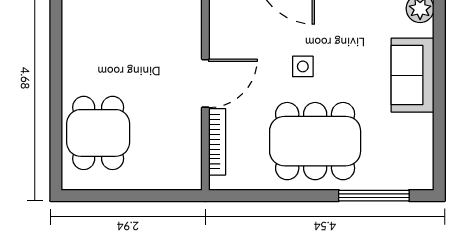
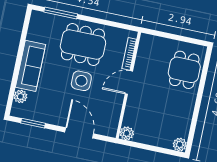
side table: (303, 66) -> (81, 81), width x1.87, depth x1.87
sofa: (413, 75) -> (31, 66), width x1.36

